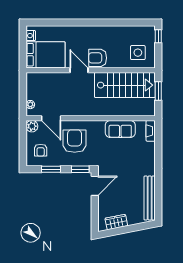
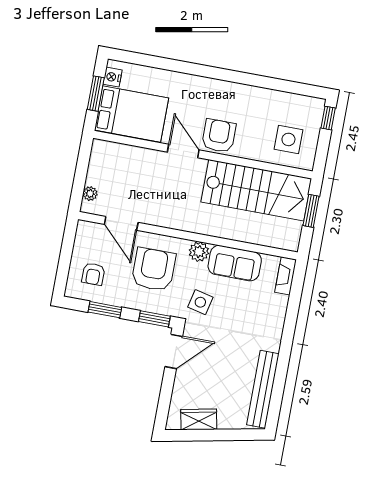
window: (23, 47) -> (96, 94), added
armchair: (98, 58) -> (219, 136), turned 90
plant: (32, 126) -> (199, 252), moved
side table: (105, 155) -> (200, 302), added

